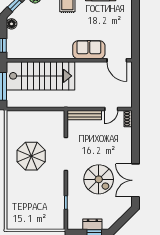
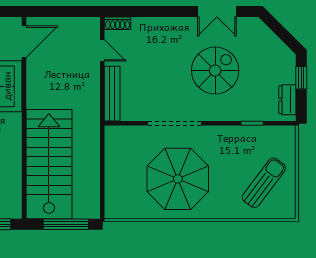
parasol: (31, 156) -> (178, 179), width x1.36, depth x1.36
double door: (135, 180) -> (217, 11), width x0.73
sun lounger: (29, 210) -> (264, 183), added
dresser: (92, 224) -> (287, 100), moved

